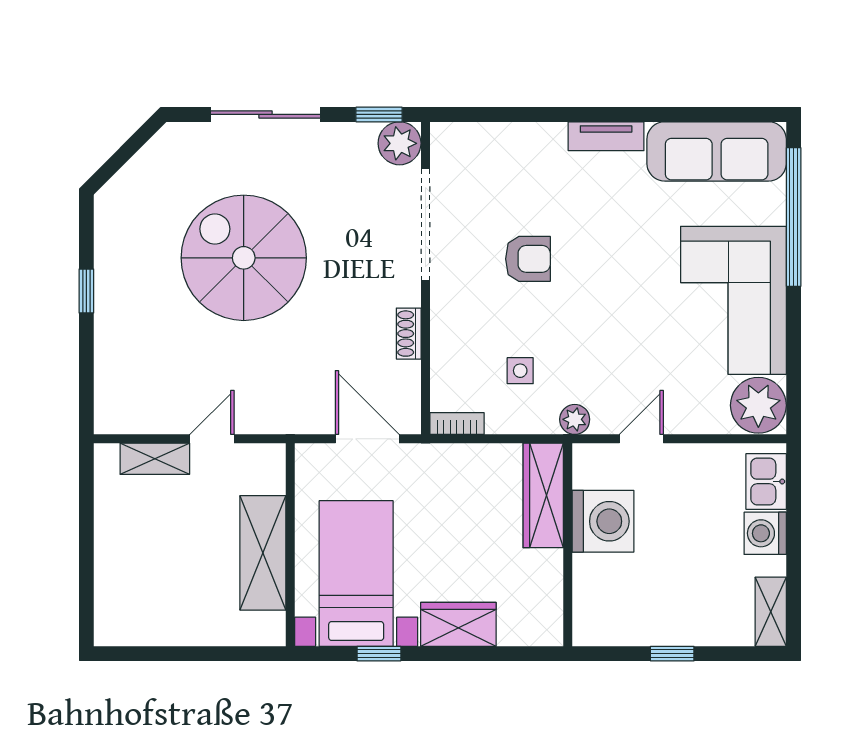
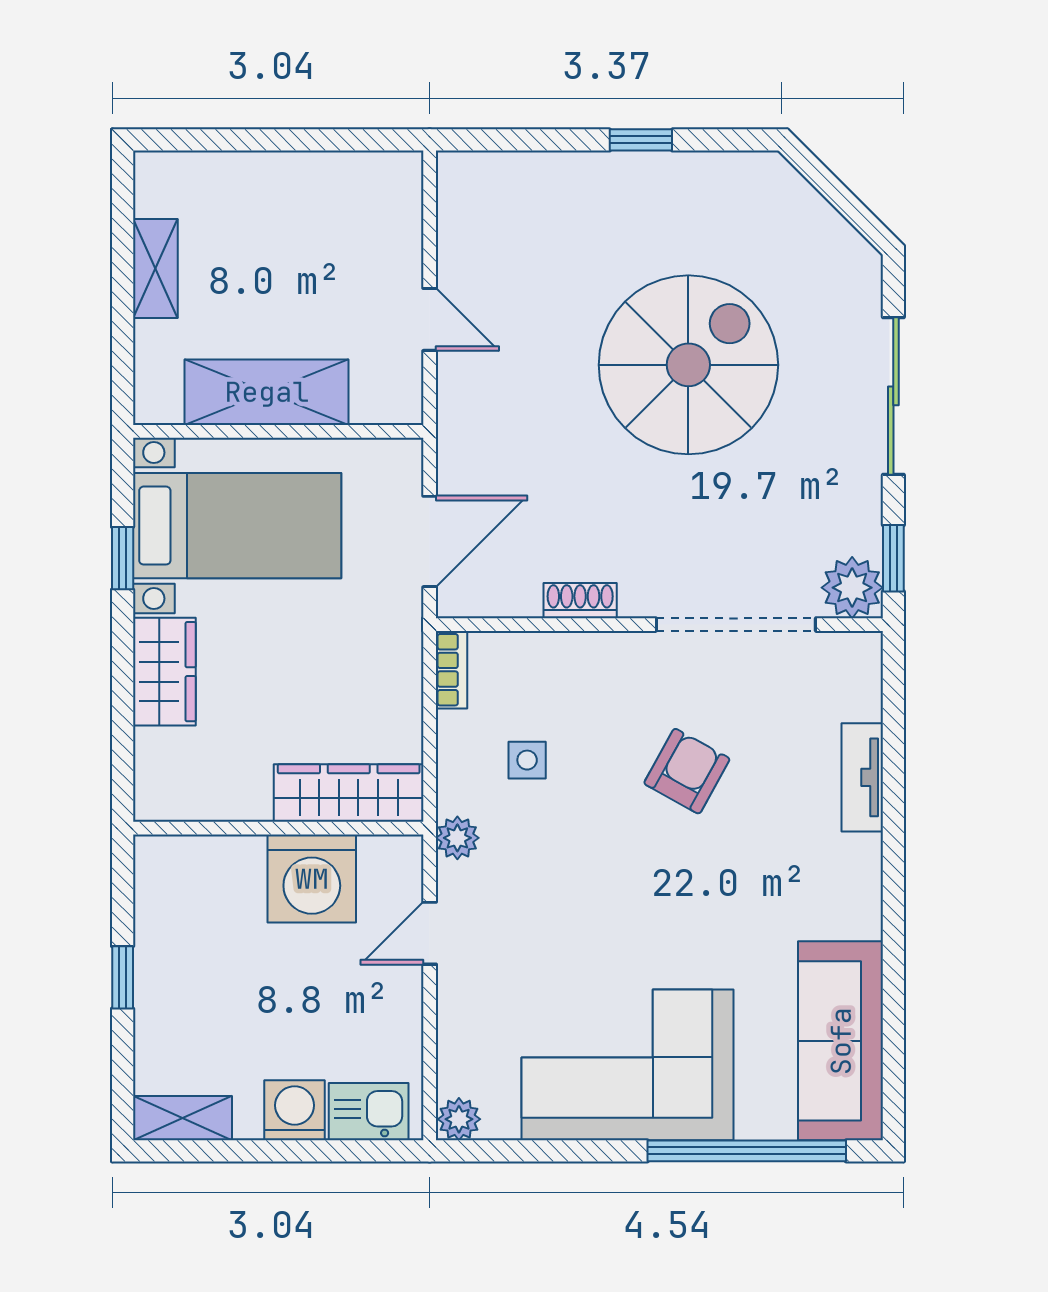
tv unit: (606, 136) -> (862, 777), moved
armchair: (528, 259) -> (687, 771), turned -151
plant: (758, 405) -> (459, 1119), width x0.53, depth x0.53
door: (641, 439) -> (430, 933), swing flipped
shelving: (155, 459) -> (155, 268), moved

